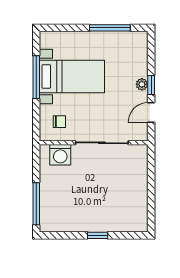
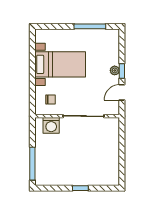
window: (36, 77) -> (32, 65), removed

